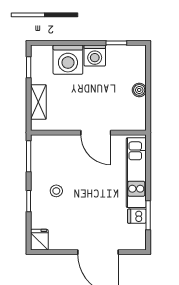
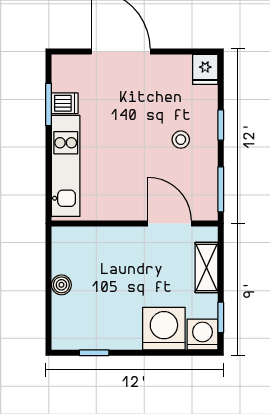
washing machine: (95, 55) -> (202, 334), moved
door: (96, 133) -> (170, 224), moved

